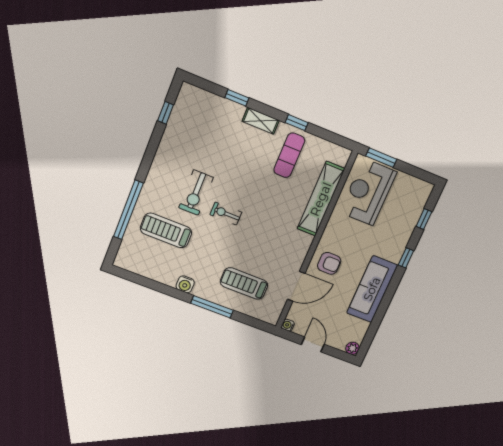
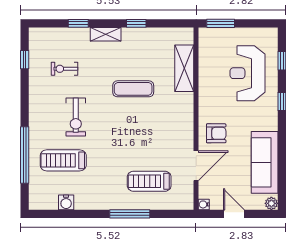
exercise mat: (289, 155) -> (133, 89), moved, turned 90
reception desk: (368, 192) -> (248, 73), moved
shelving: (321, 199) -> (184, 68), width x0.68
exercise bike: (226, 214) -> (65, 69), moved
water cooler: (185, 284) -> (66, 202), moved
sofa: (372, 289) -> (265, 162), moved

